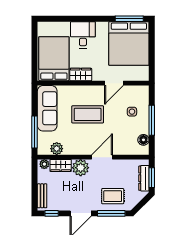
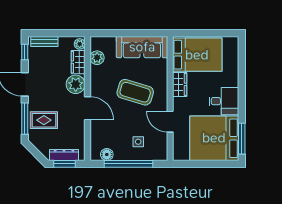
desk: (83, 35) -> (224, 101), moved
coffee table: (88, 114) -> (135, 92), turned -73
window: (152, 120) -> (128, 164), width x1.46
window: (35, 132) -> (115, 33), removed
rug: (113, 196) -> (44, 120), turned 90

